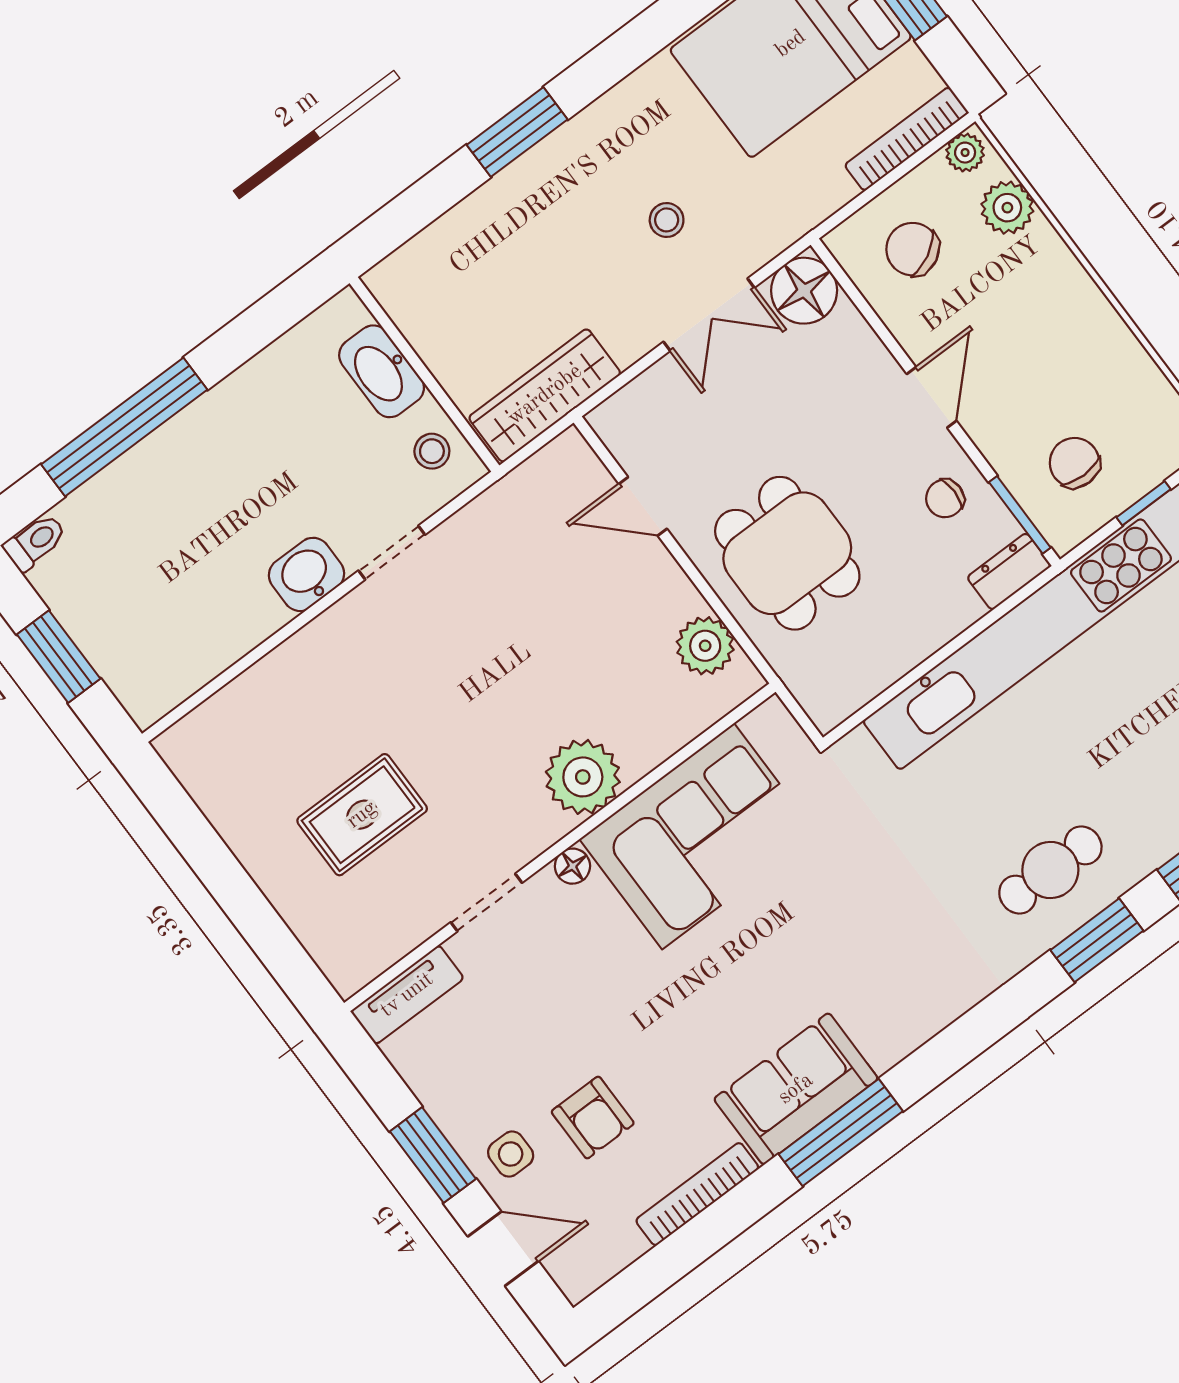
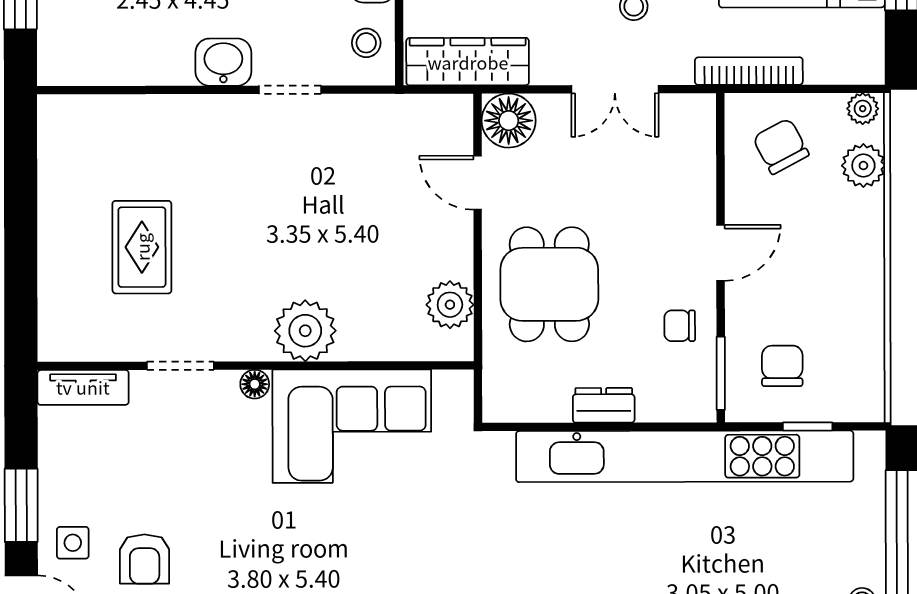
bookcase: (906, 139) -> (749, 71), moved
floor lamp: (804, 291) -> (509, 121), moved
dresser: (1009, 572) -> (604, 405), moved
rug: (362, 815) -> (142, 247), turned 90

